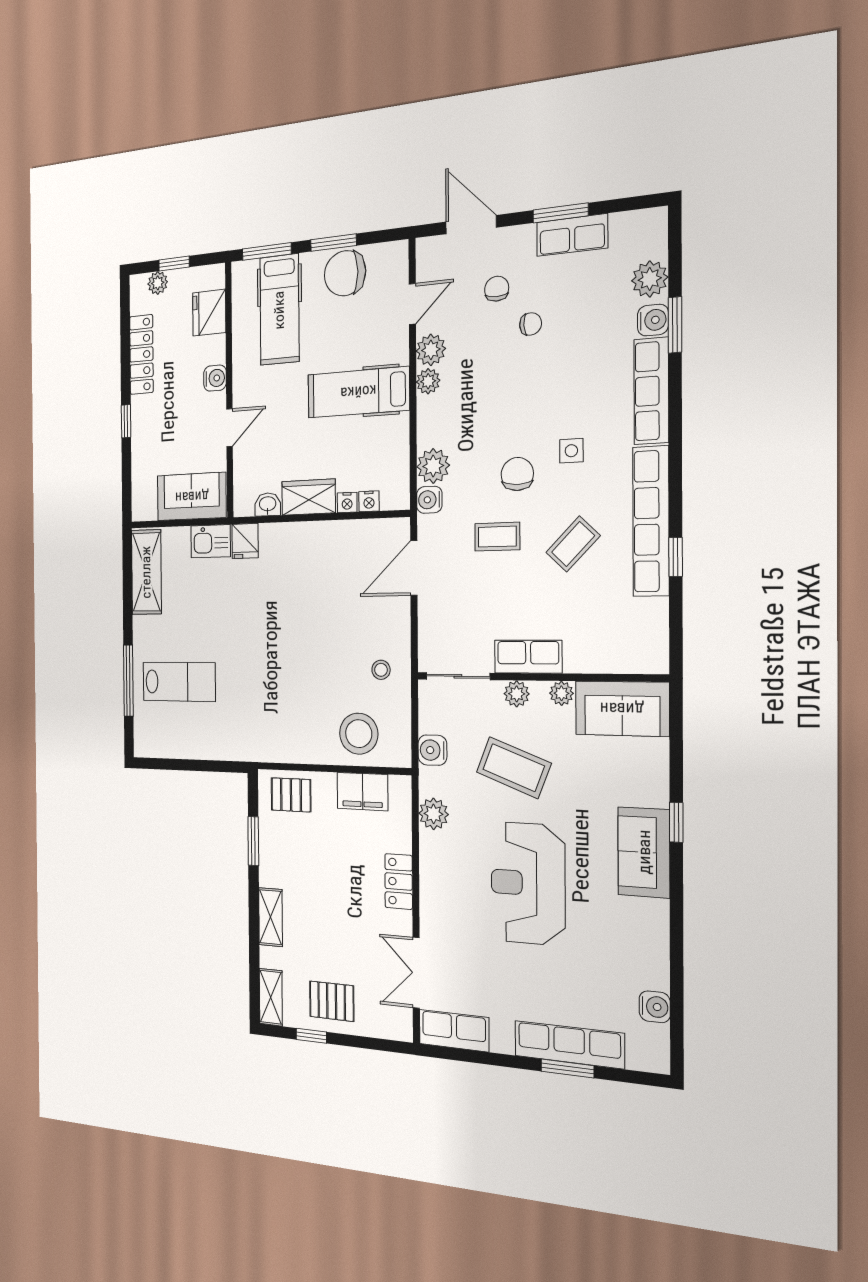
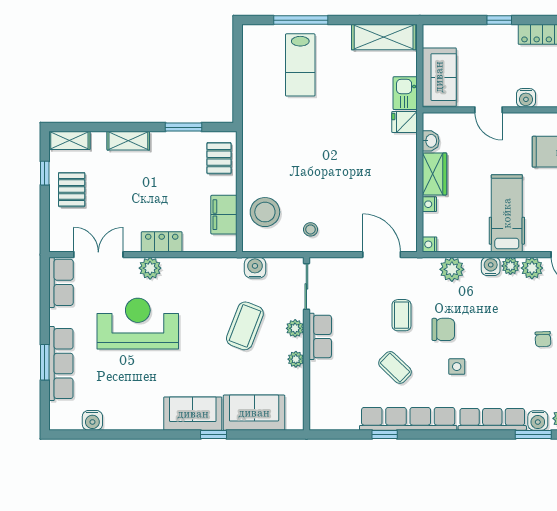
water cooler: (429, 500) -> (491, 266), moved
nightstand: (369, 501) -> (429, 244), moved
sofa: (622, 709) -> (254, 413), moved, turned 90
plant: (434, 814) -> (150, 268), moved
reception desk: (528, 883) -> (138, 324), moved

